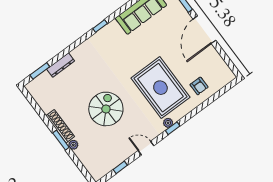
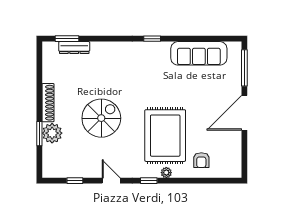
dresser: (61, 65) -> (74, 48), moved
plant: (168, 123) -> (166, 173), moved
window: (61, 140) -> (39, 134), moved
plant: (73, 145) -> (52, 133), width x1.88, depth x1.88

